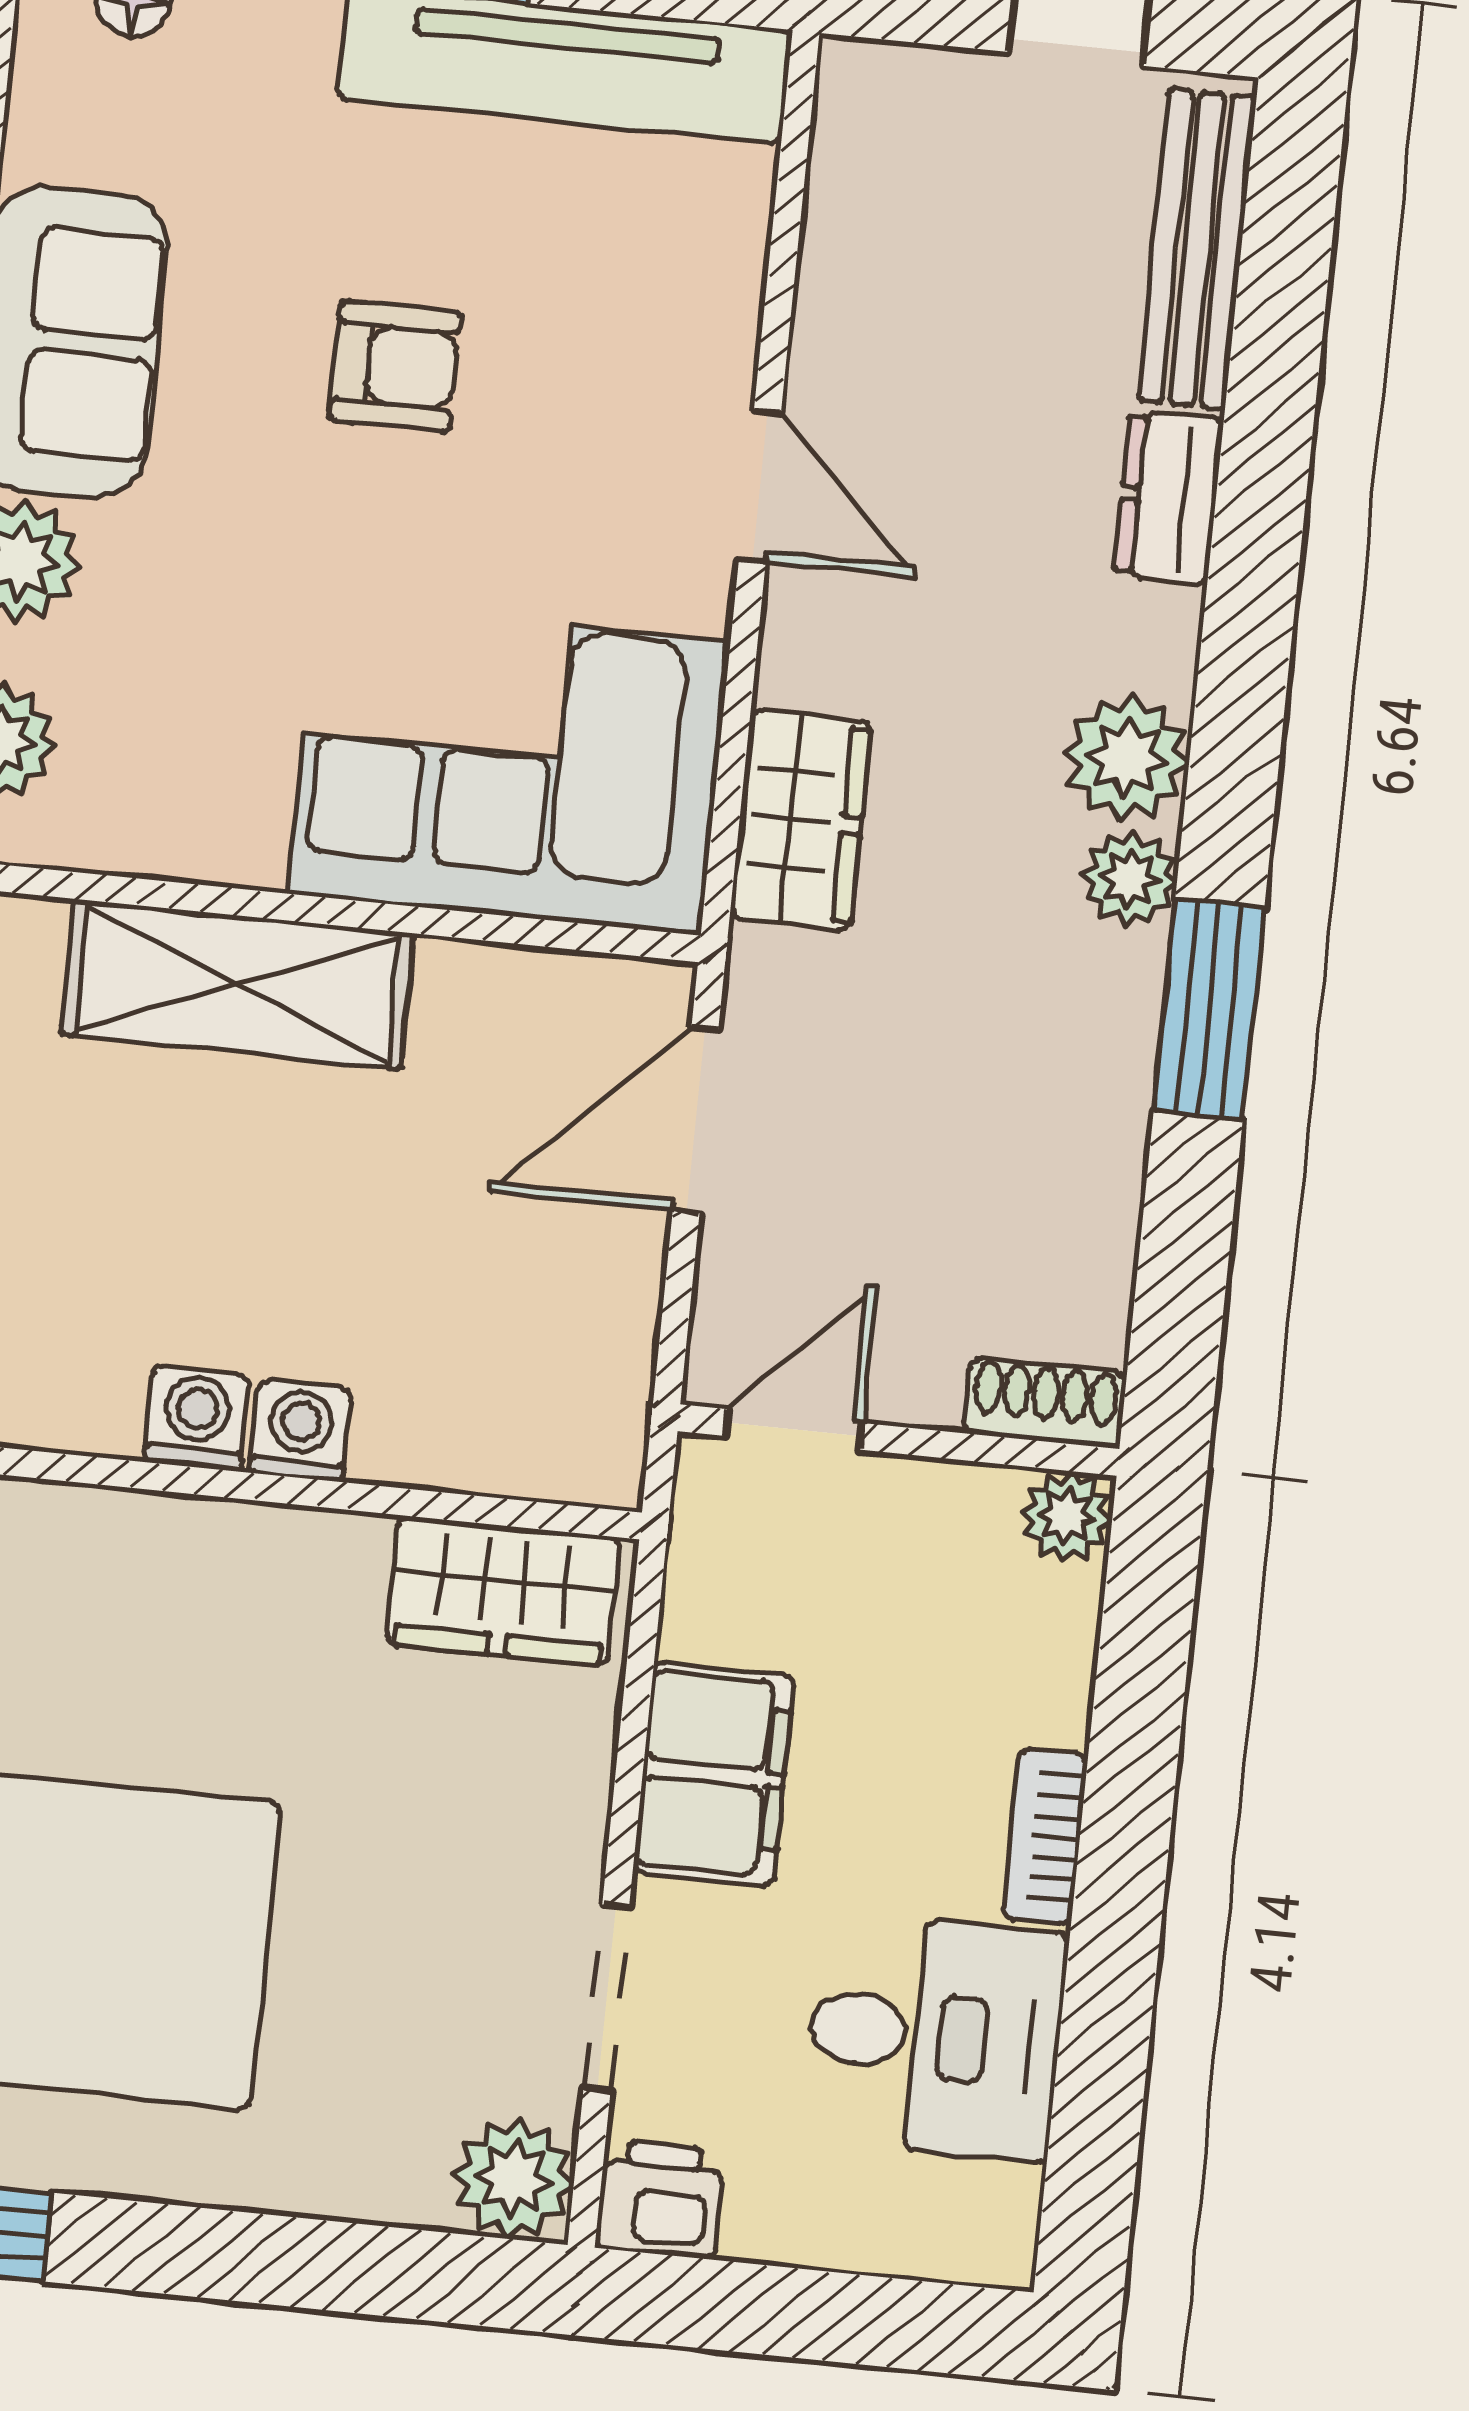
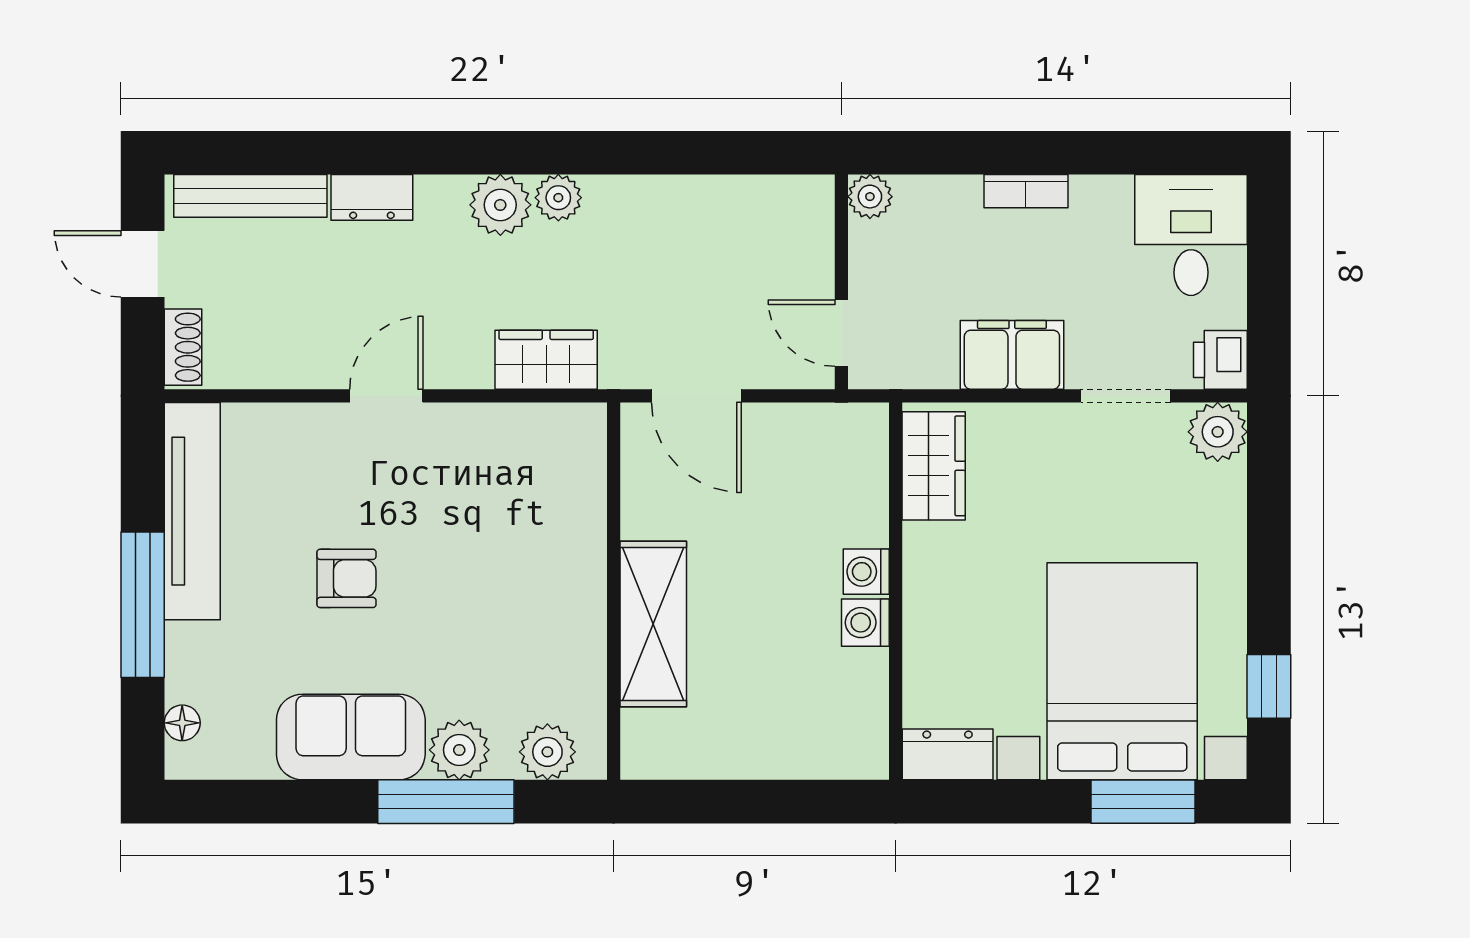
armchair: (395, 366) -> (346, 578), turned 90
corner sofa: (509, 767) -> (535, 503), removed
window: (1209, 1009) -> (618, 153), removed
shoe rack: (1045, 1403) -> (183, 347), moved, turned 180
desk: (935, 2037) -> (1191, 235), moved

